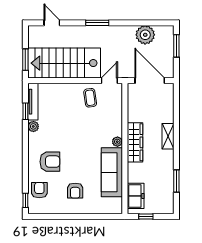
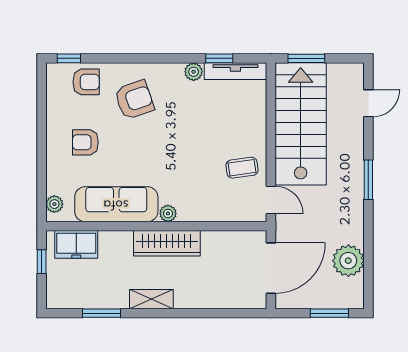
shelving: (168, 136) -> (151, 299), moved
armchair: (50, 162) -> (134, 100), turned -109
plant: (112, 209) -> (54, 204), added

